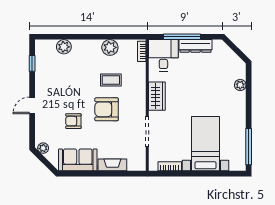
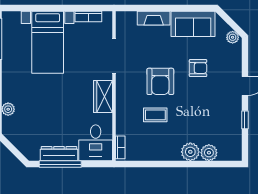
window: (182, 37) -> (60, 164), moved
plant: (110, 47) -> (190, 152), moved
window: (32, 63) -> (245, 120), moved
armchair: (107, 109) -> (160, 81), turned 90

